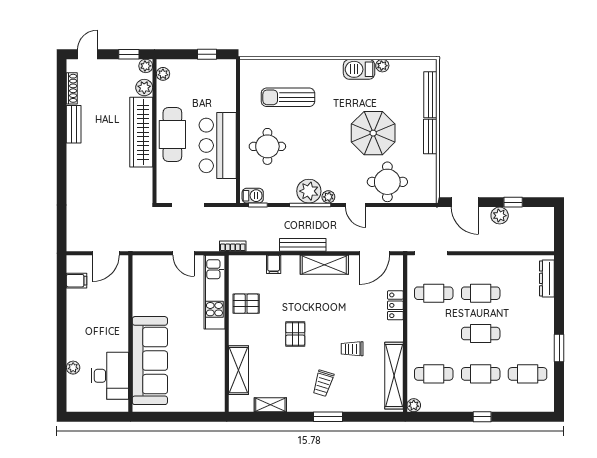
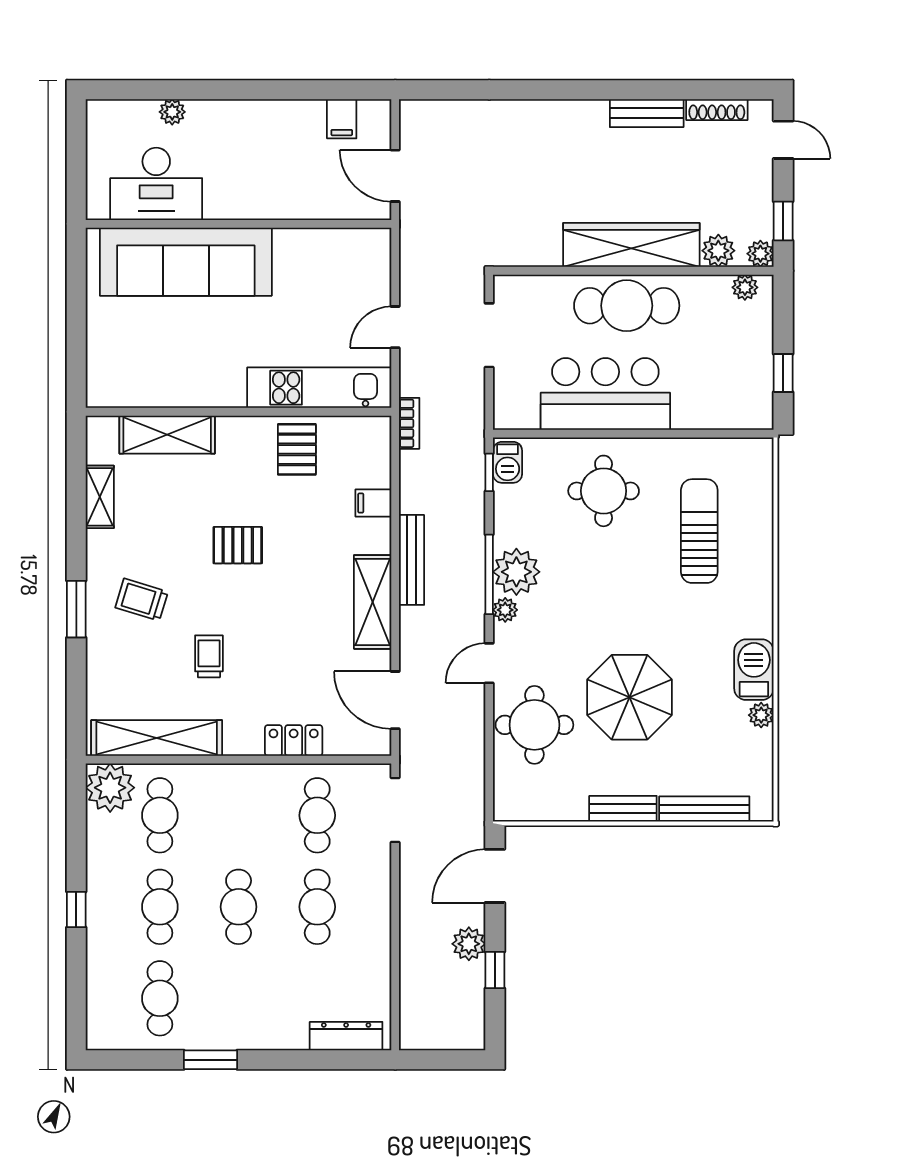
plant: (414, 405) -> (110, 788), width x1.88, depth x1.88

